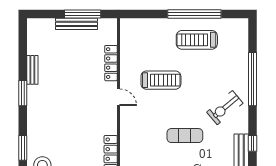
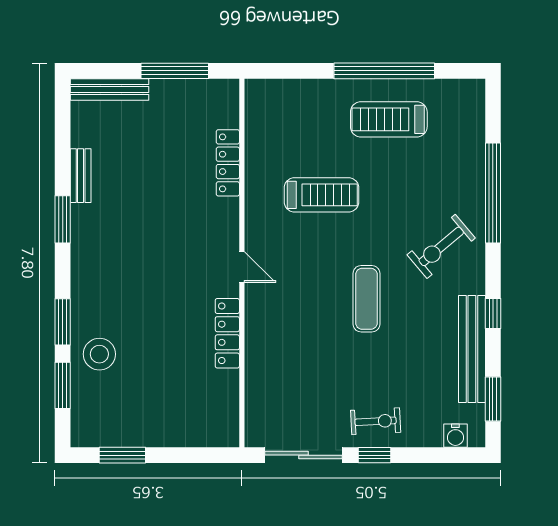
bench: (76, 24) -> (109, 89), moved
door: (118, 97) -> (242, 267), moved
exercise mat: (185, 136) -> (366, 299), turned 90

